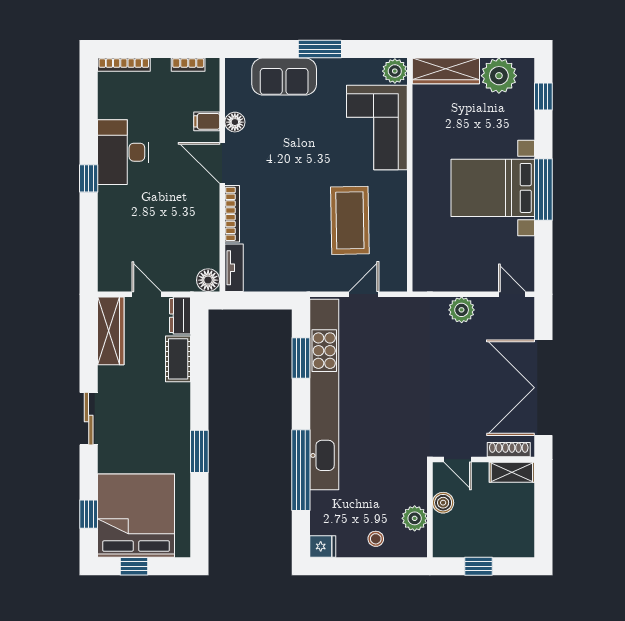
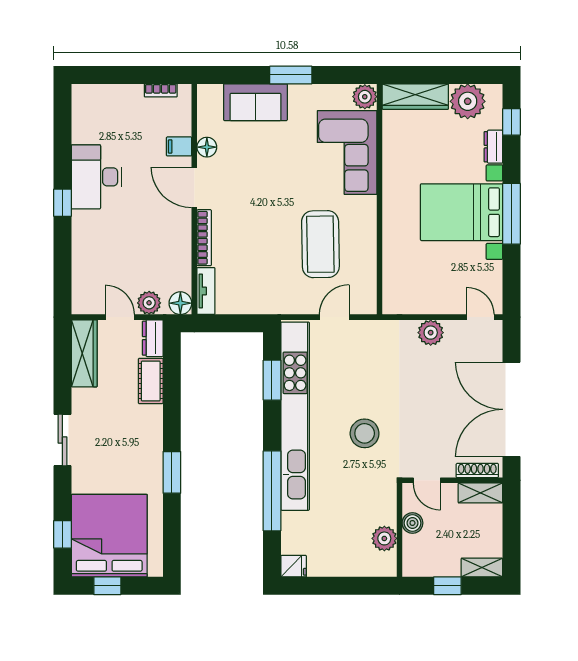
bookcase: (124, 65) -> (97, 90), removed
dresser: (525, 122) -> (493, 147), added
plant: (176, 280) -> (149, 303), added
stool: (376, 539) -> (365, 433), moved, width x1.89, depth x1.89
shelving: (513, 548) -> (482, 568), added

